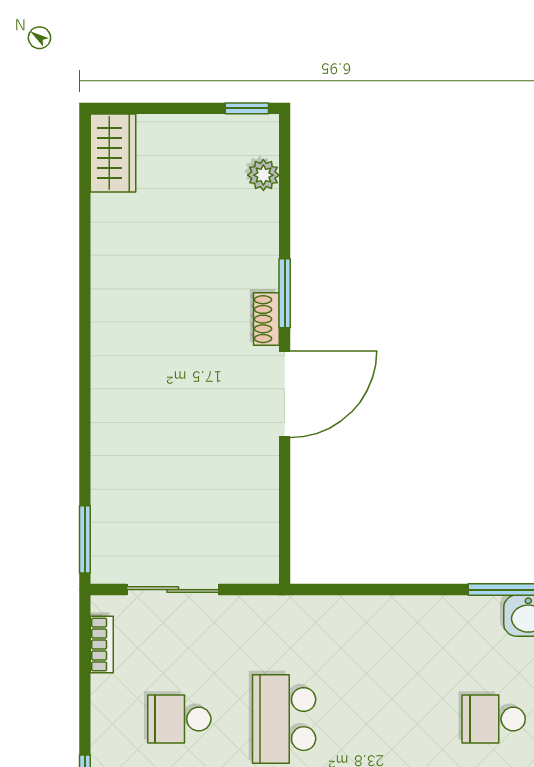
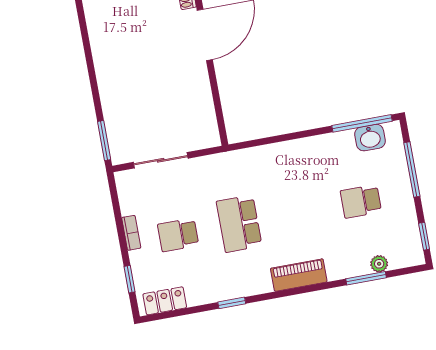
bookcase: (102, 645) -> (131, 233), moved

